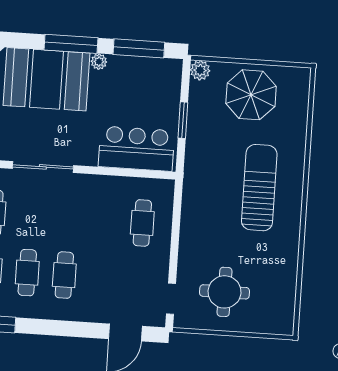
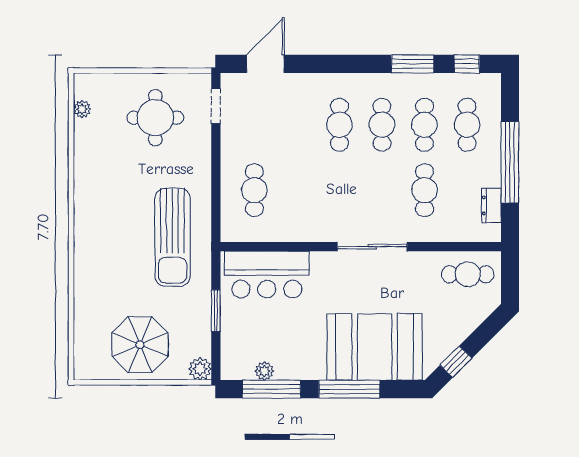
plant: (99, 62) -> (264, 371), moved
sun lounger: (259, 188) -> (173, 237), moved
plant: (288, 304) -> (82, 109), added

